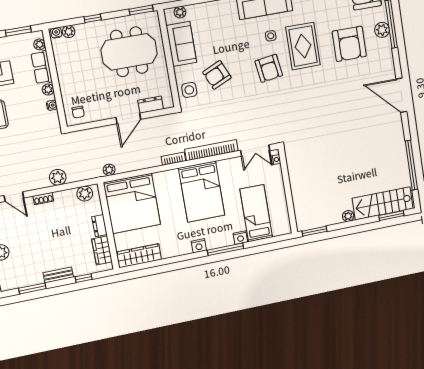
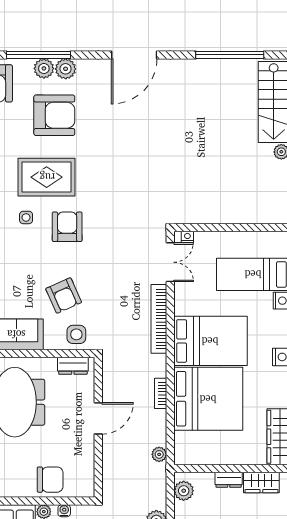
plant: (384, 46) -> (66, 69), added
armchair: (269, 68) -> (67, 227), turned -82
dresser: (151, 105) -> (73, 366), moved, turned -90
chair: (78, 112) -> (50, 480), moved, width x1.87, depth x1.87
door: (128, 118) -> (98, 418), hinge flipped
bookcase: (173, 159) -> (161, 393), moved
bed: (132, 204) -> (208, 399), moved

